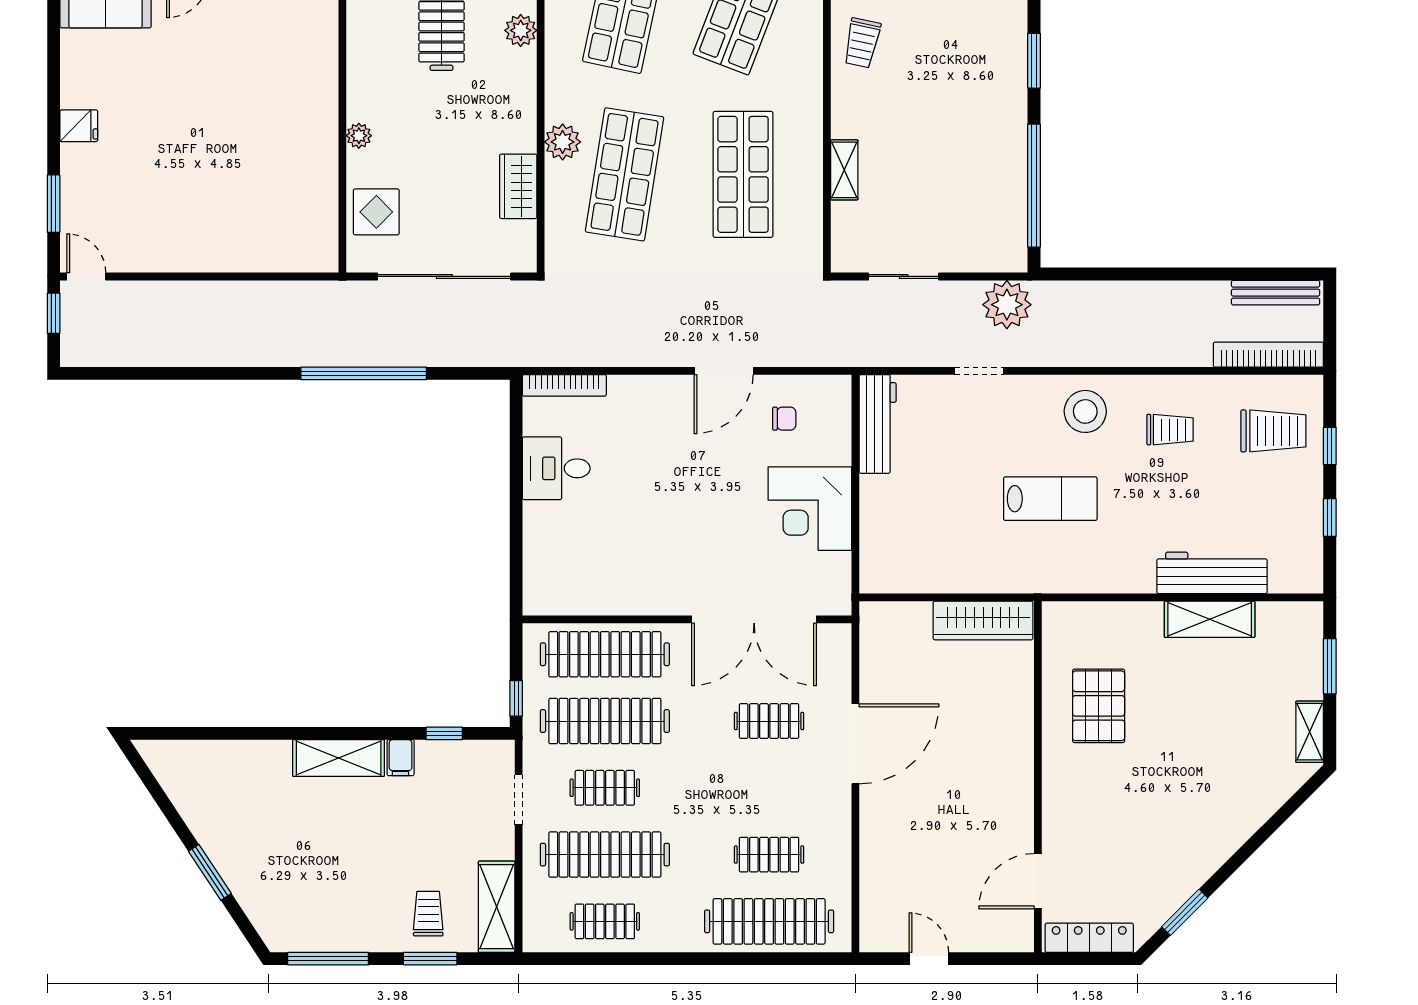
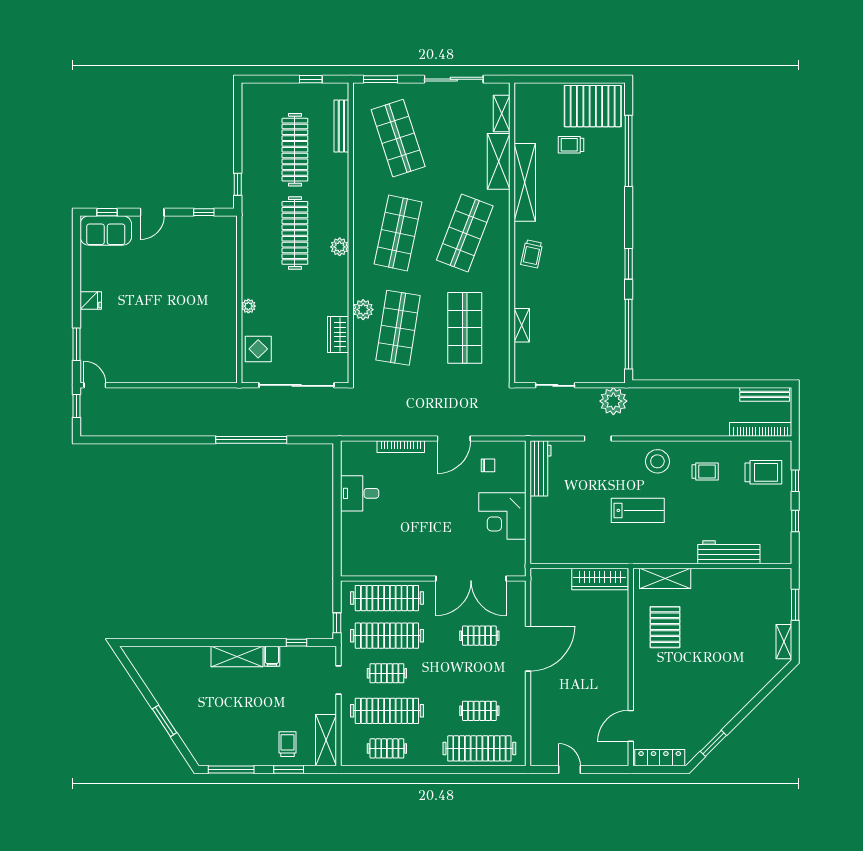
bookcase: (564, 385) -> (401, 447), moved
shelving: (1210, 619) -> (665, 578), moved

